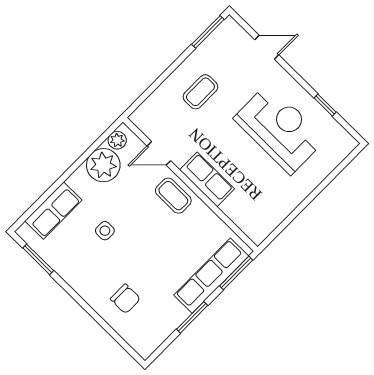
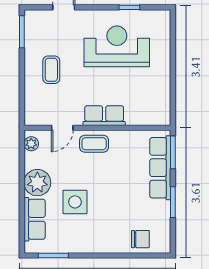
plant: (103, 165) -> (37, 183), moved
side table: (105, 231) -> (75, 202), width x1.87, depth x1.87
chair: (125, 299) -> (140, 239), moved

